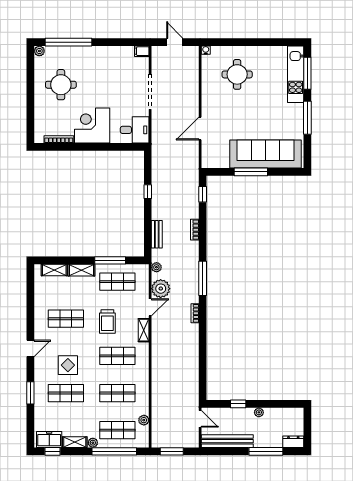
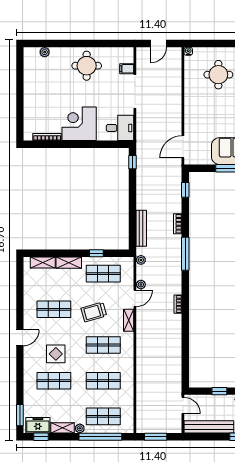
window: (69, 42) -> (56, 44), removed
door: (175, 42) -> (159, 44), swing flipped
plant: (39, 51) -> (45, 52), moved
filing cabinet: (142, 51) -> (127, 69), moved
round table: (61, 85) -> (87, 66), moved
door: (200, 129) -> (183, 147), moved
window: (148, 192) -> (133, 162), moved
bench: (157, 234) -> (141, 228), width x1.36
window: (110, 260) -> (96, 253), width x0.46
window: (203, 278) -> (185, 254), moved
plant: (161, 289) -> (141, 285), width x0.53, depth x0.53
trolley: (107, 322) -> (94, 312), turned 74
window: (30, 393) -> (20, 415), moved
plant: (144, 420) -> (129, 407), removed

